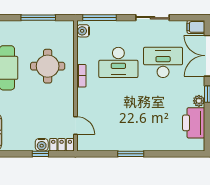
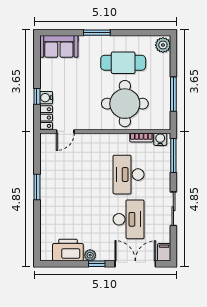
round table: (48, 66) -> (125, 104), width x1.36, depth x1.36
bookcase: (81, 76) -> (141, 137), moved

